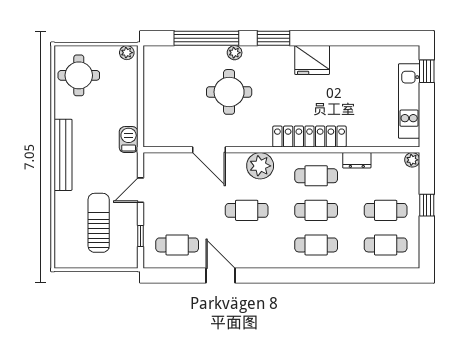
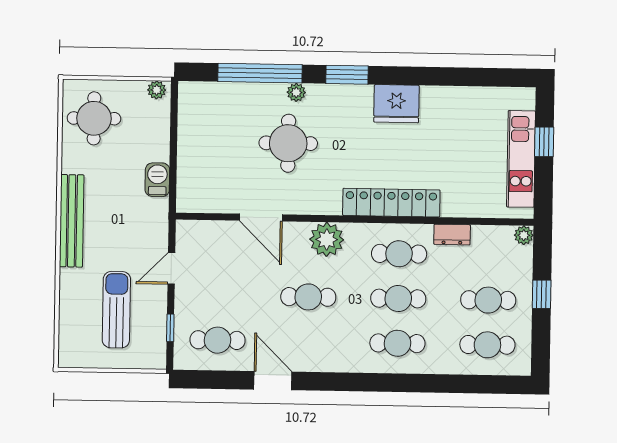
window: (427, 71) -> (544, 142), moved
barbecue: (129, 140) -> (157, 180), moved

